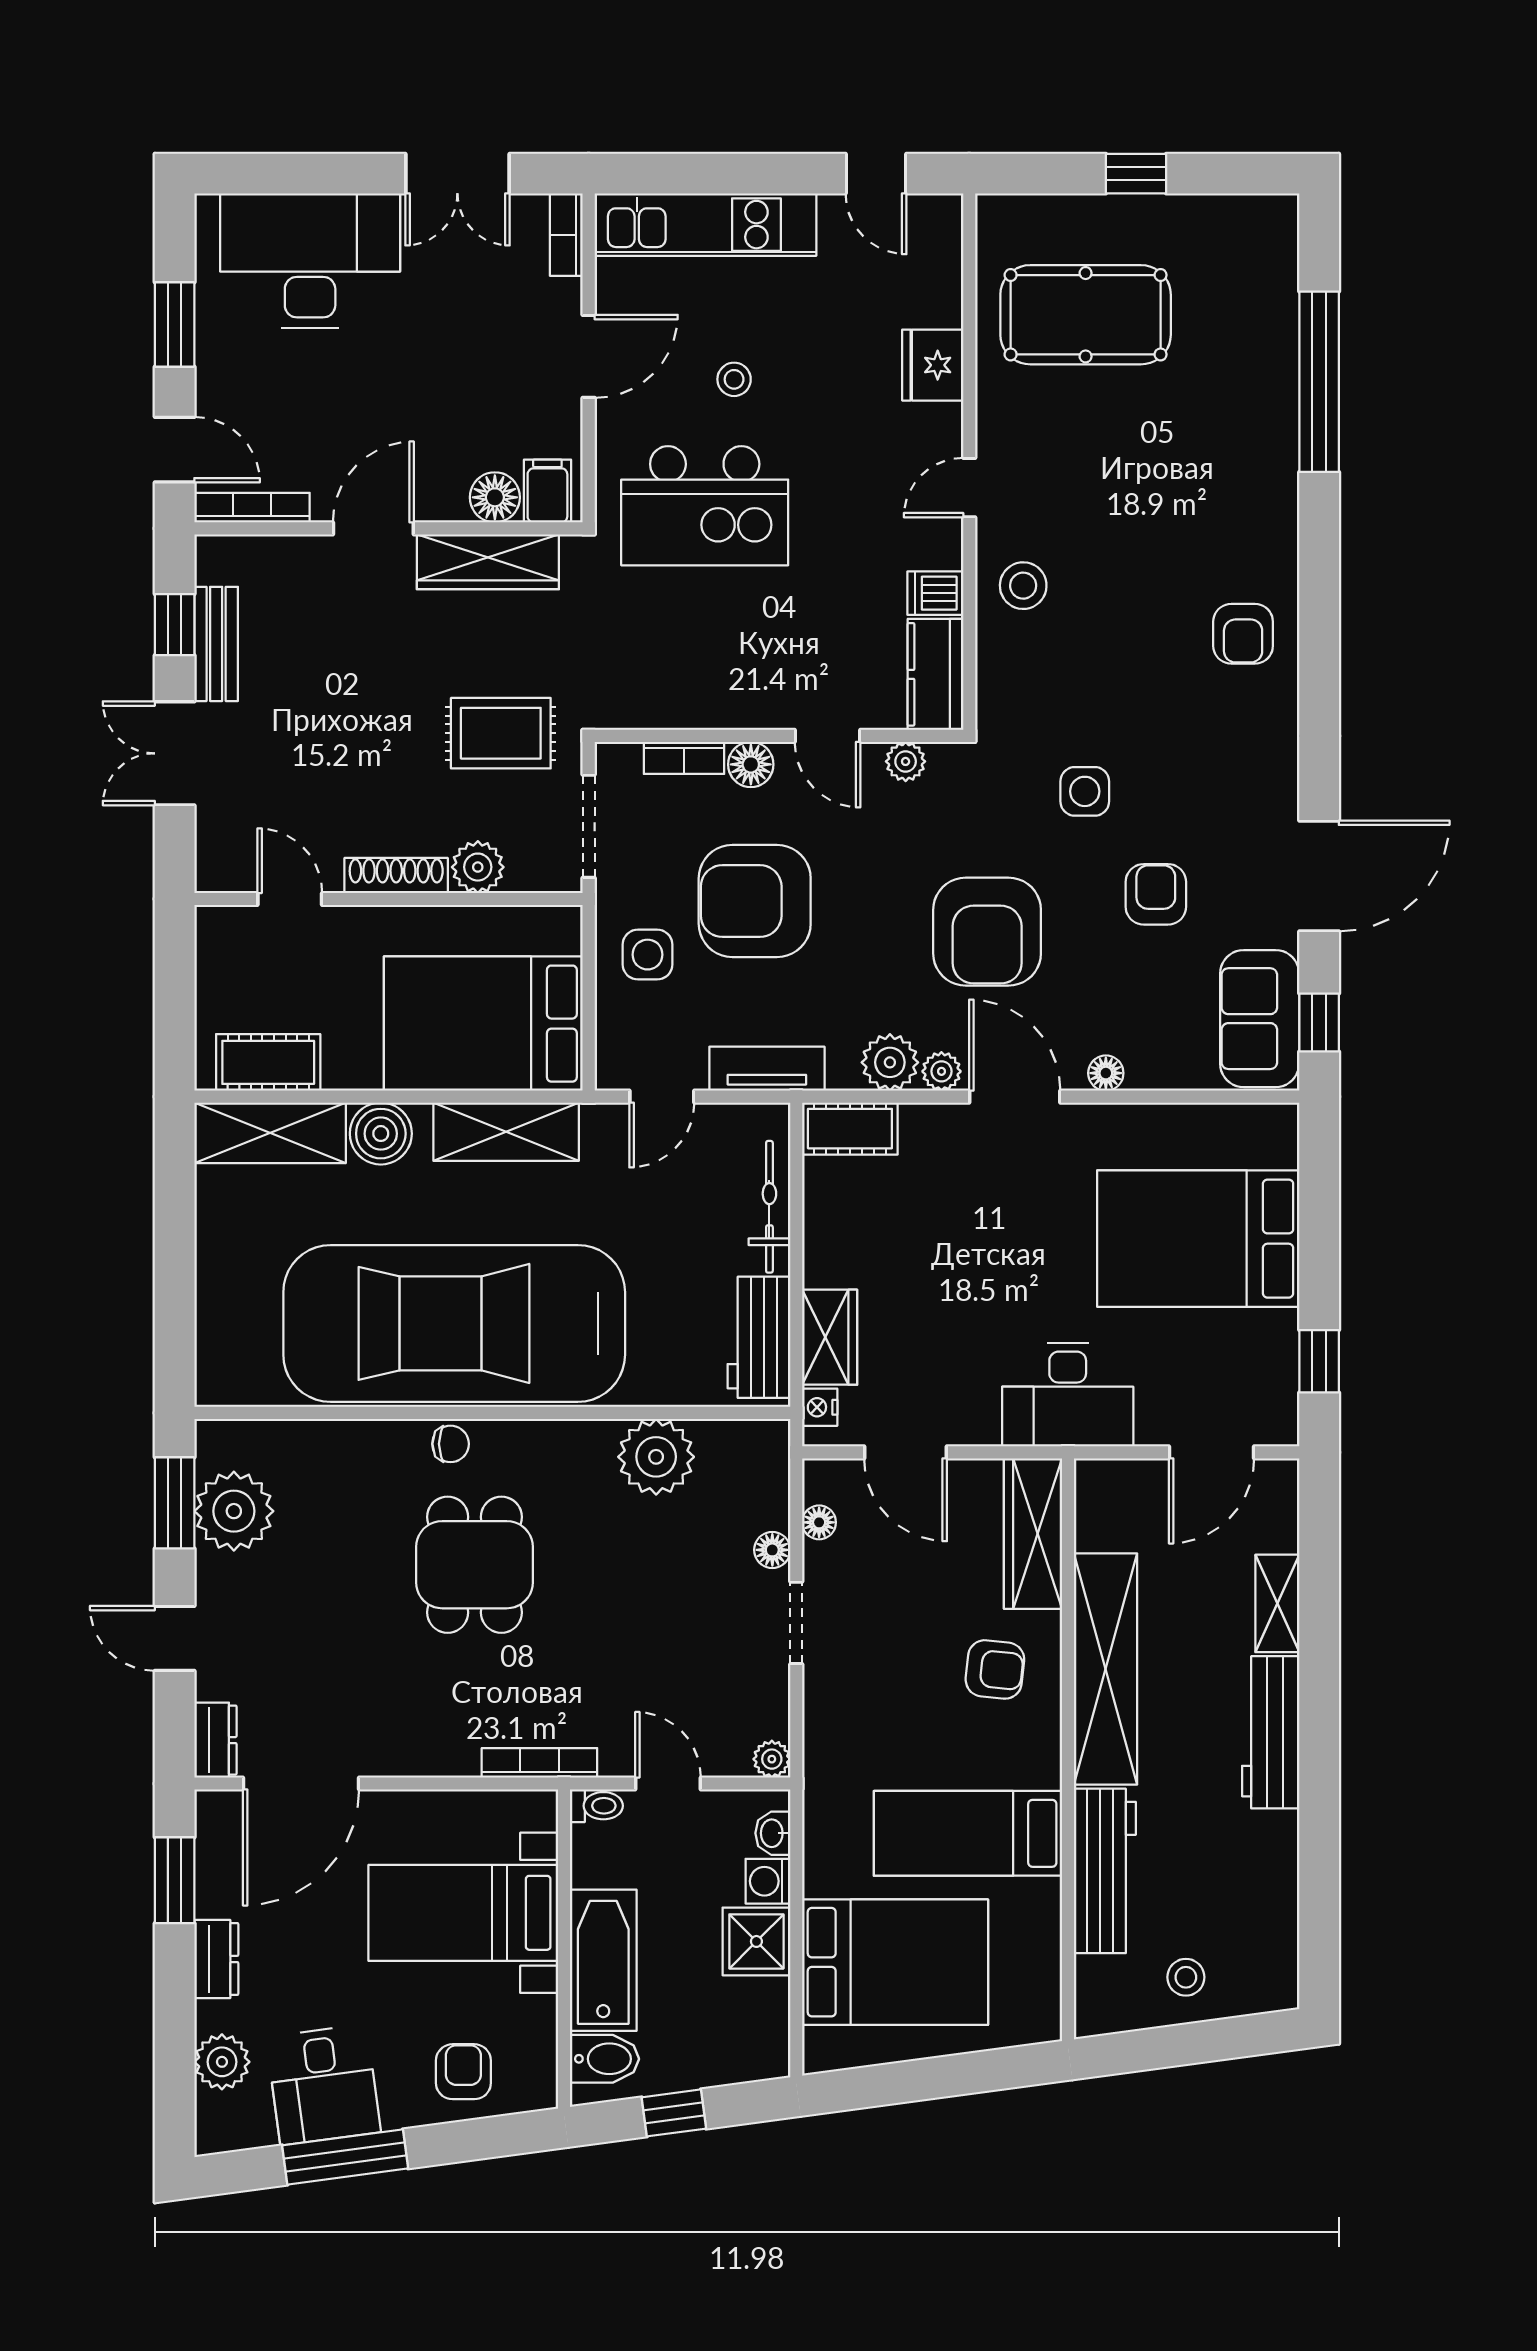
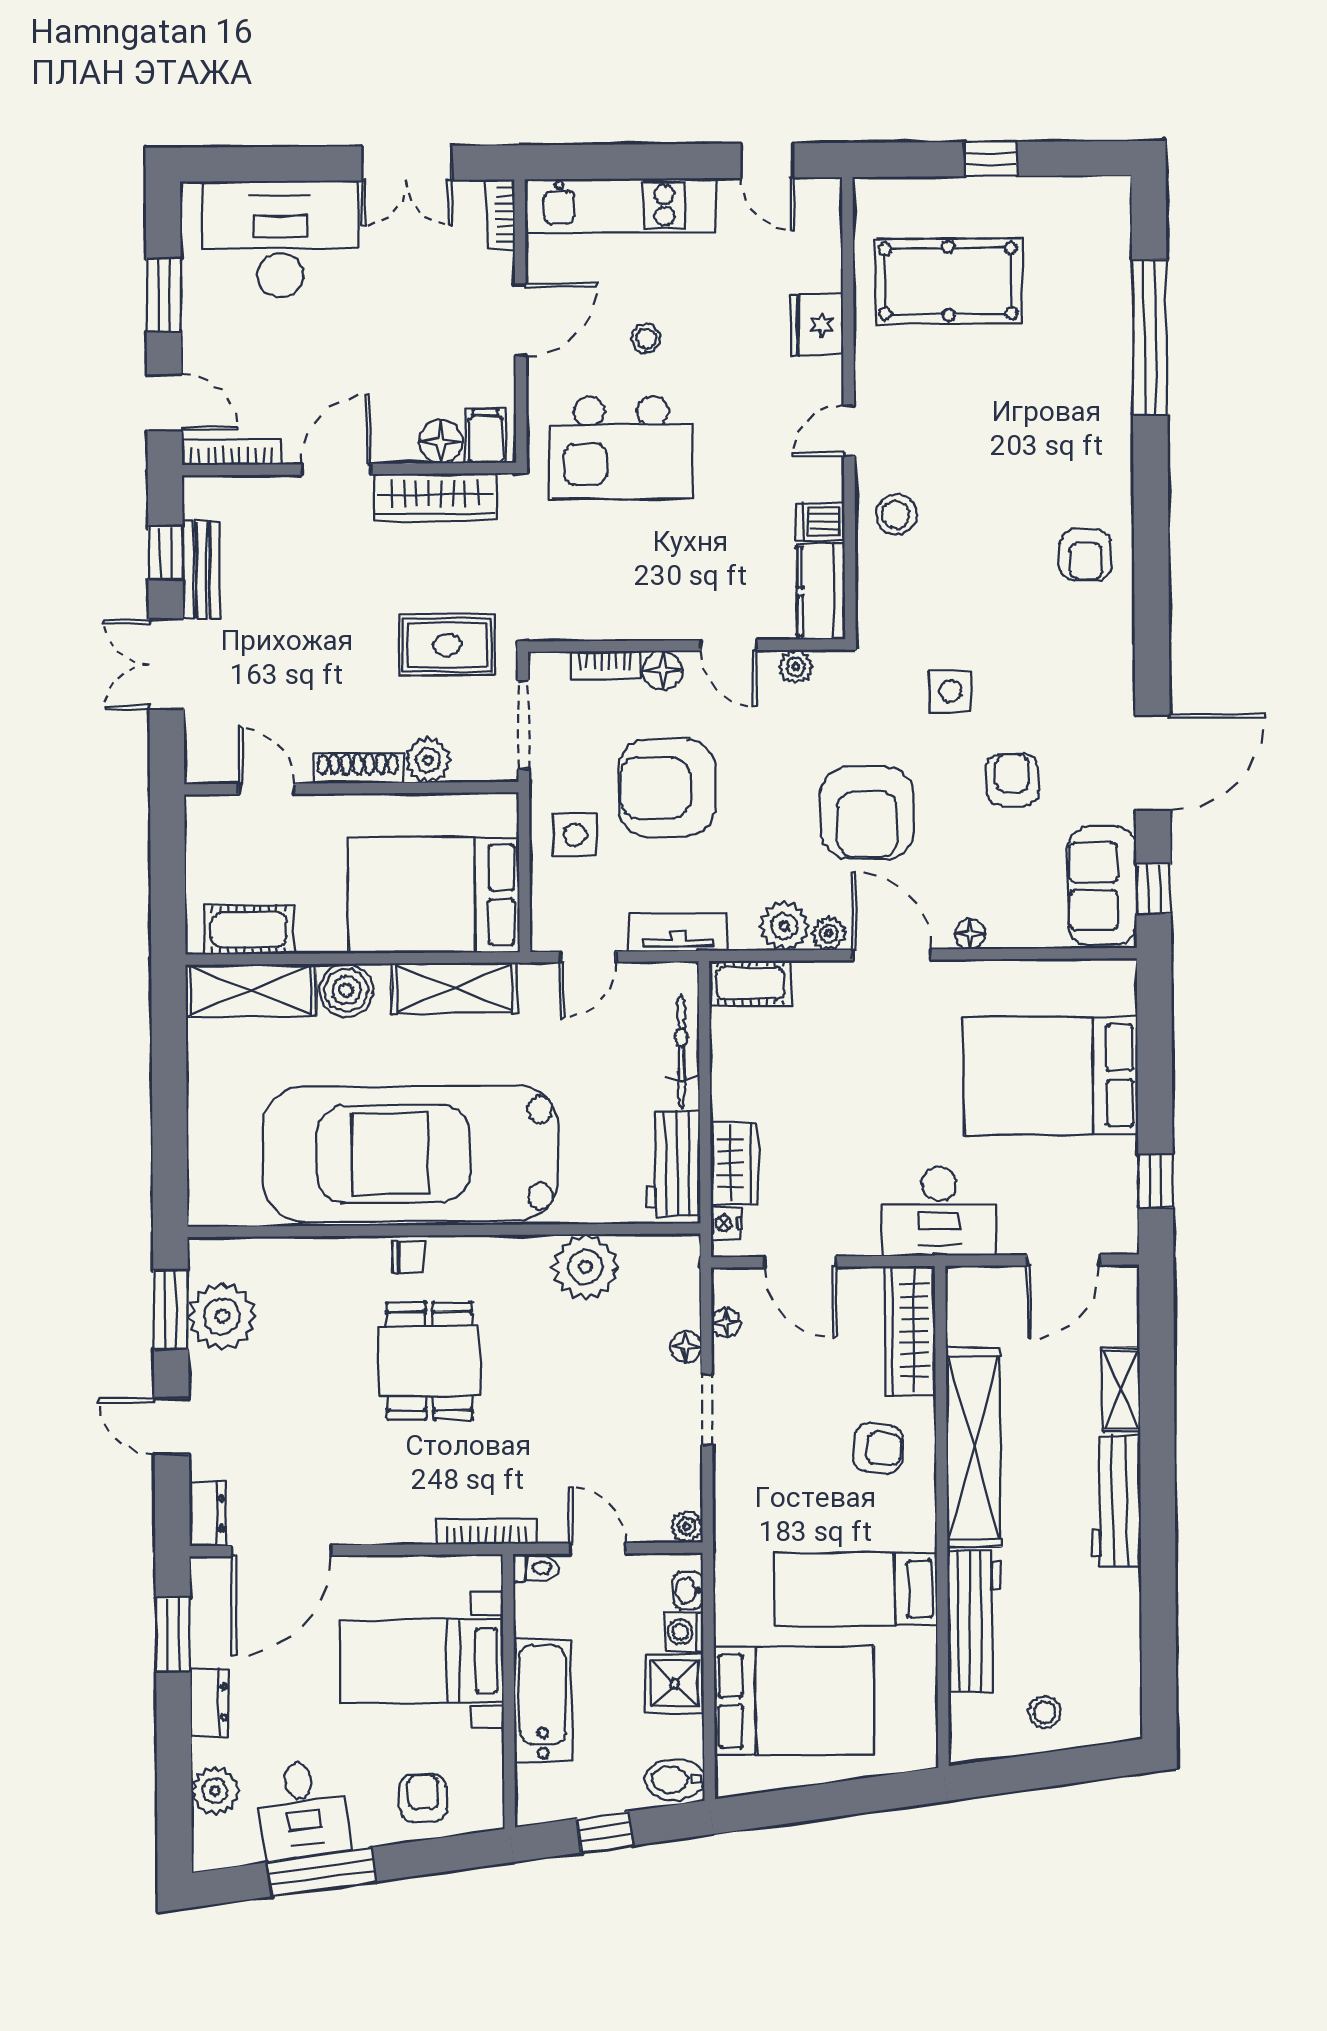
bidet: (605, 2059) -> (675, 1780), moved, turned 180

